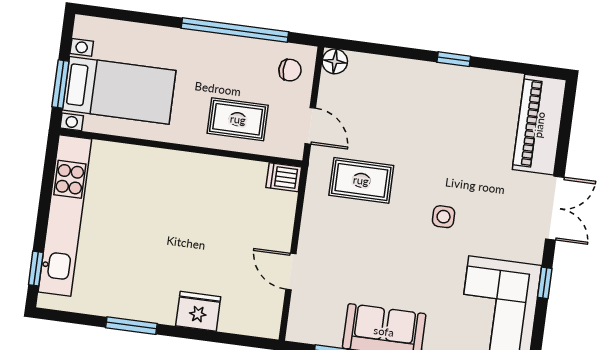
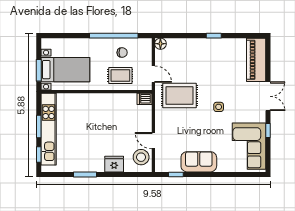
chair: (290, 70) -> (122, 53), moved
rug: (361, 180) -> (180, 96), width x1.36, depth x1.43
window: (44, 207) -> (39, 126), added
stool: (259, 304) -> (141, 157), added

